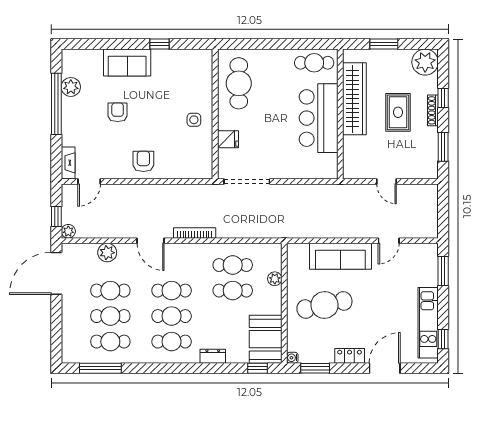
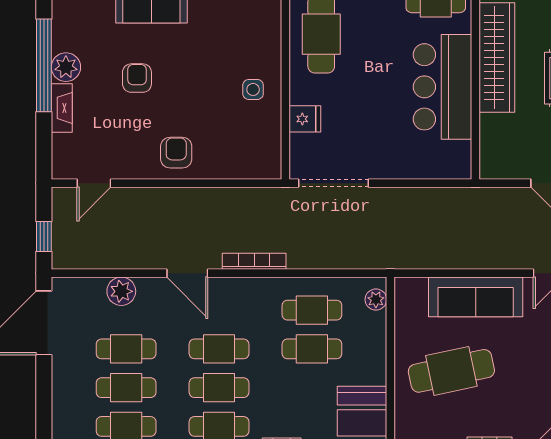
plant: (71, 87) -> (66, 67), moved
fireplace: (68, 163) -> (62, 108), moved
plant: (68, 231) -> (62, 259), removed
plant: (275, 279) -> (376, 300), moved

